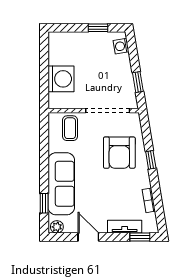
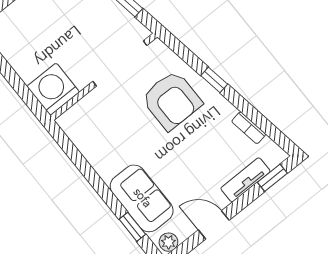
washing machine: (61, 79) -> (53, 89), moved, turned -90
coffee table: (70, 128) -> (93, 118), removed
sofa: (61, 184) -> (142, 198), width x0.73

